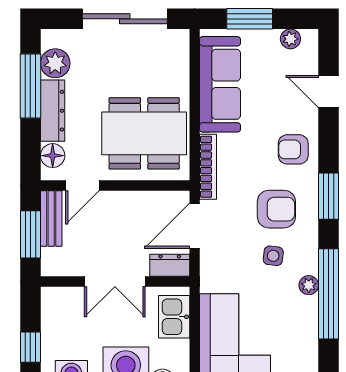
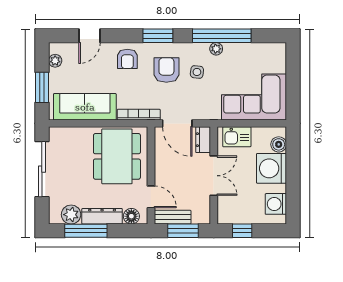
window: (30, 347) -> (242, 231), moved

